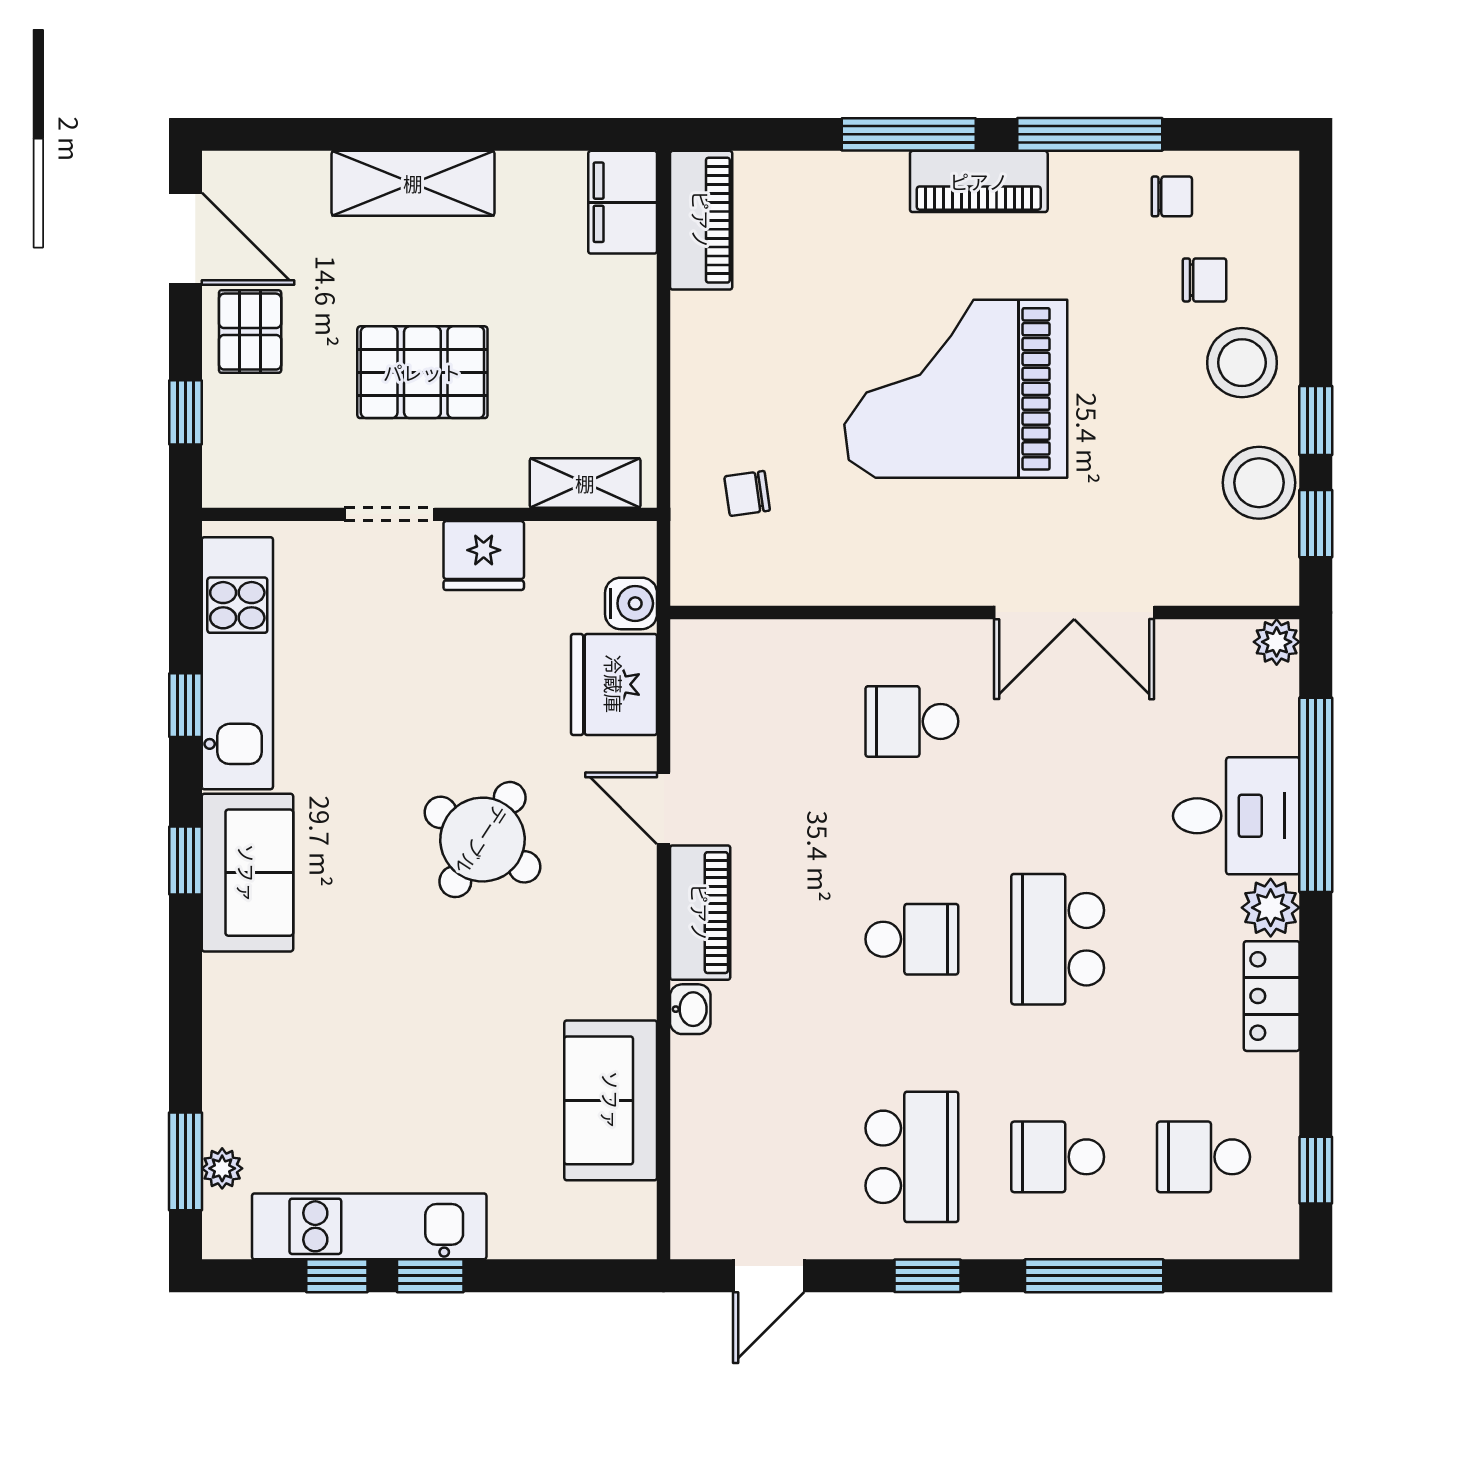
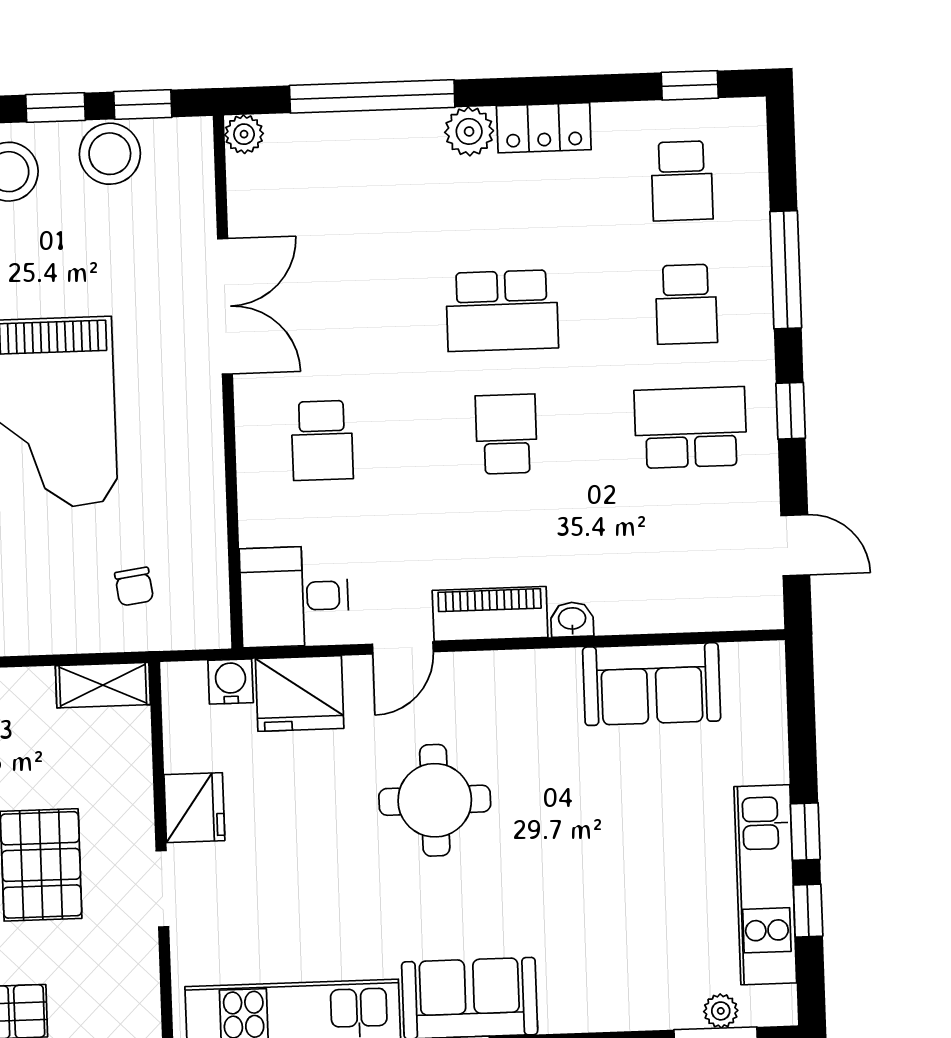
shelving: (585, 483) -> (103, 685), moved, turned 90
desk: (1236, 816) -> (294, 596), moved, turned -90
round table: (482, 840) -> (435, 800), turned -33

